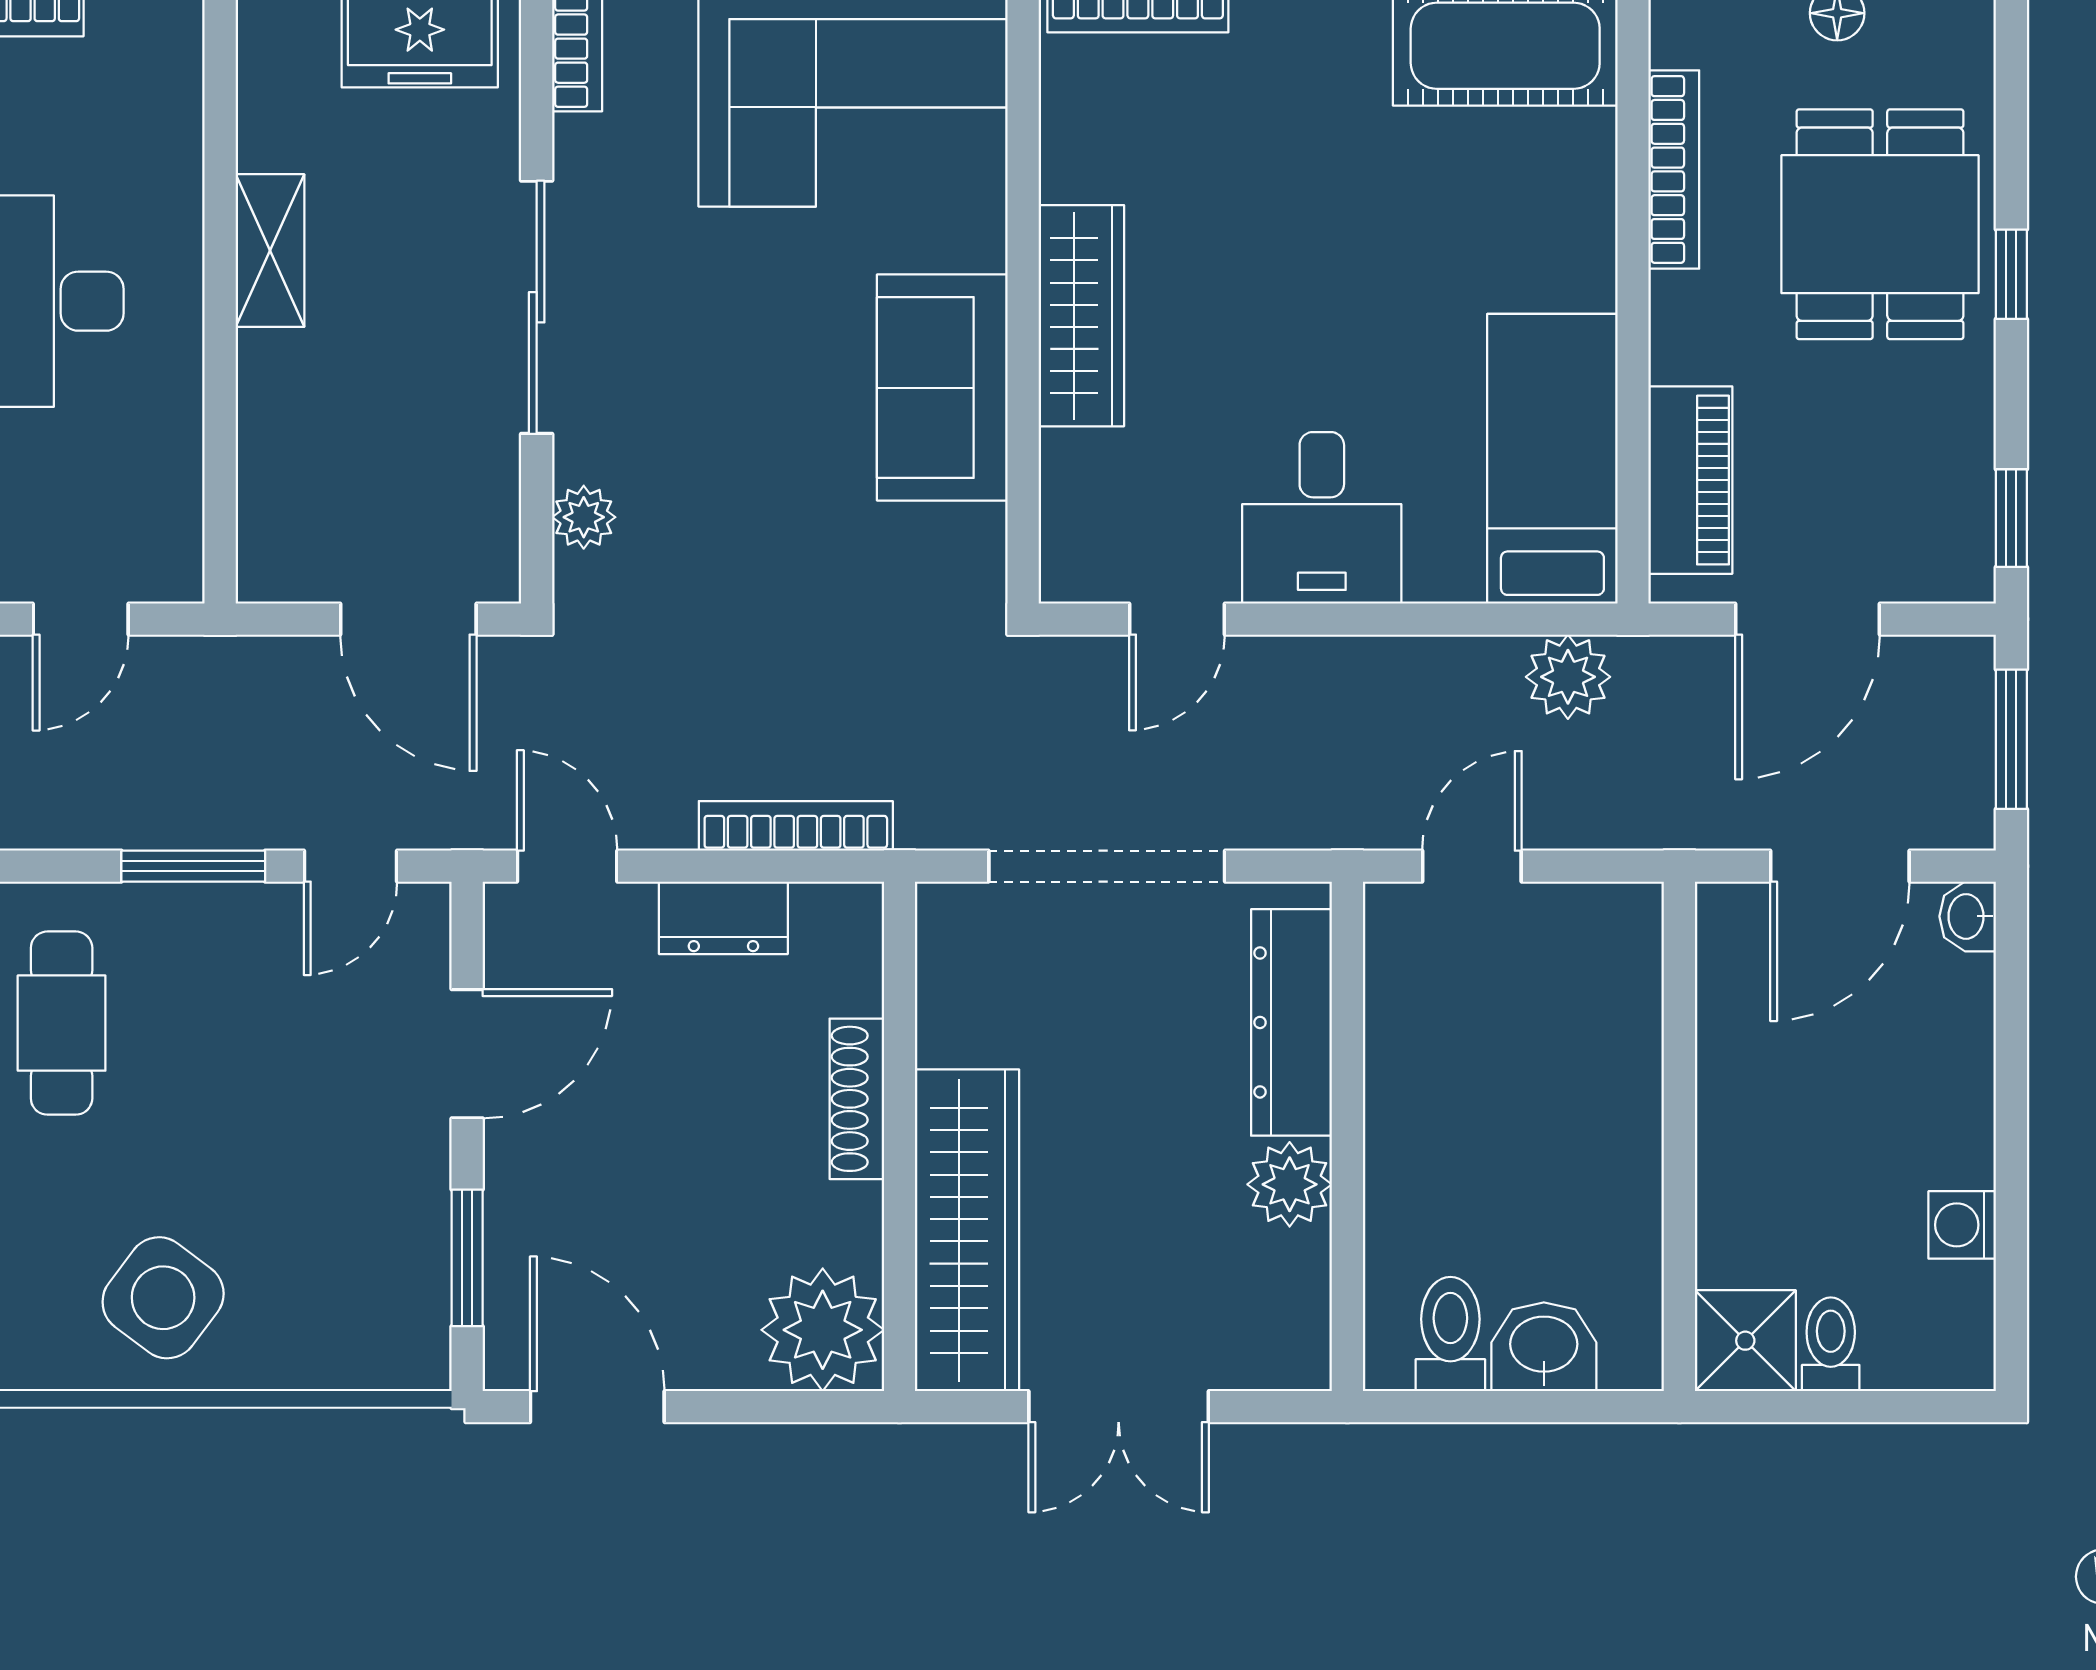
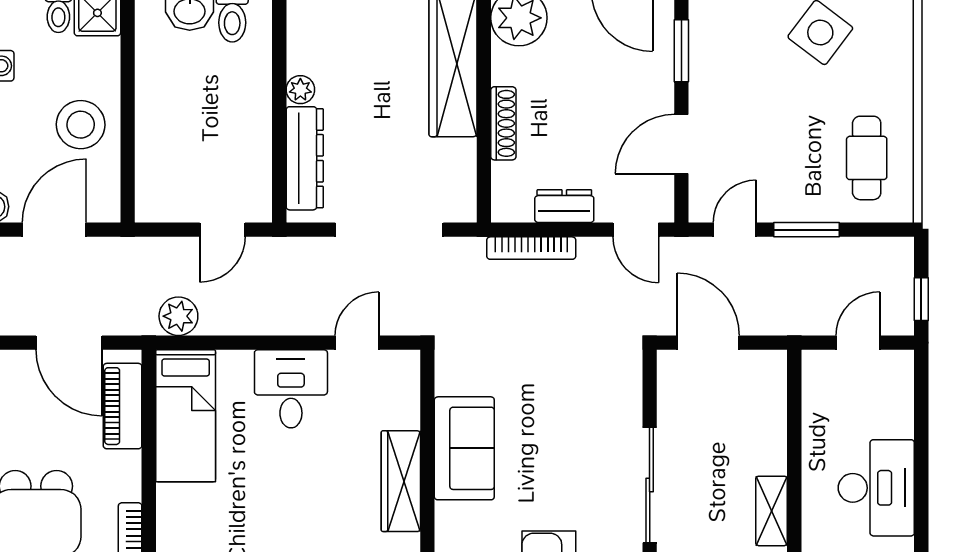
plant: (584, 517) -> (628, 389), removed
door: (1808, 619) -> (69, 343), swing flipped
stool: (1782, 1096) -> (81, 125), added
plant: (1290, 1184) -> (300, 90), width x0.73, depth x0.73

